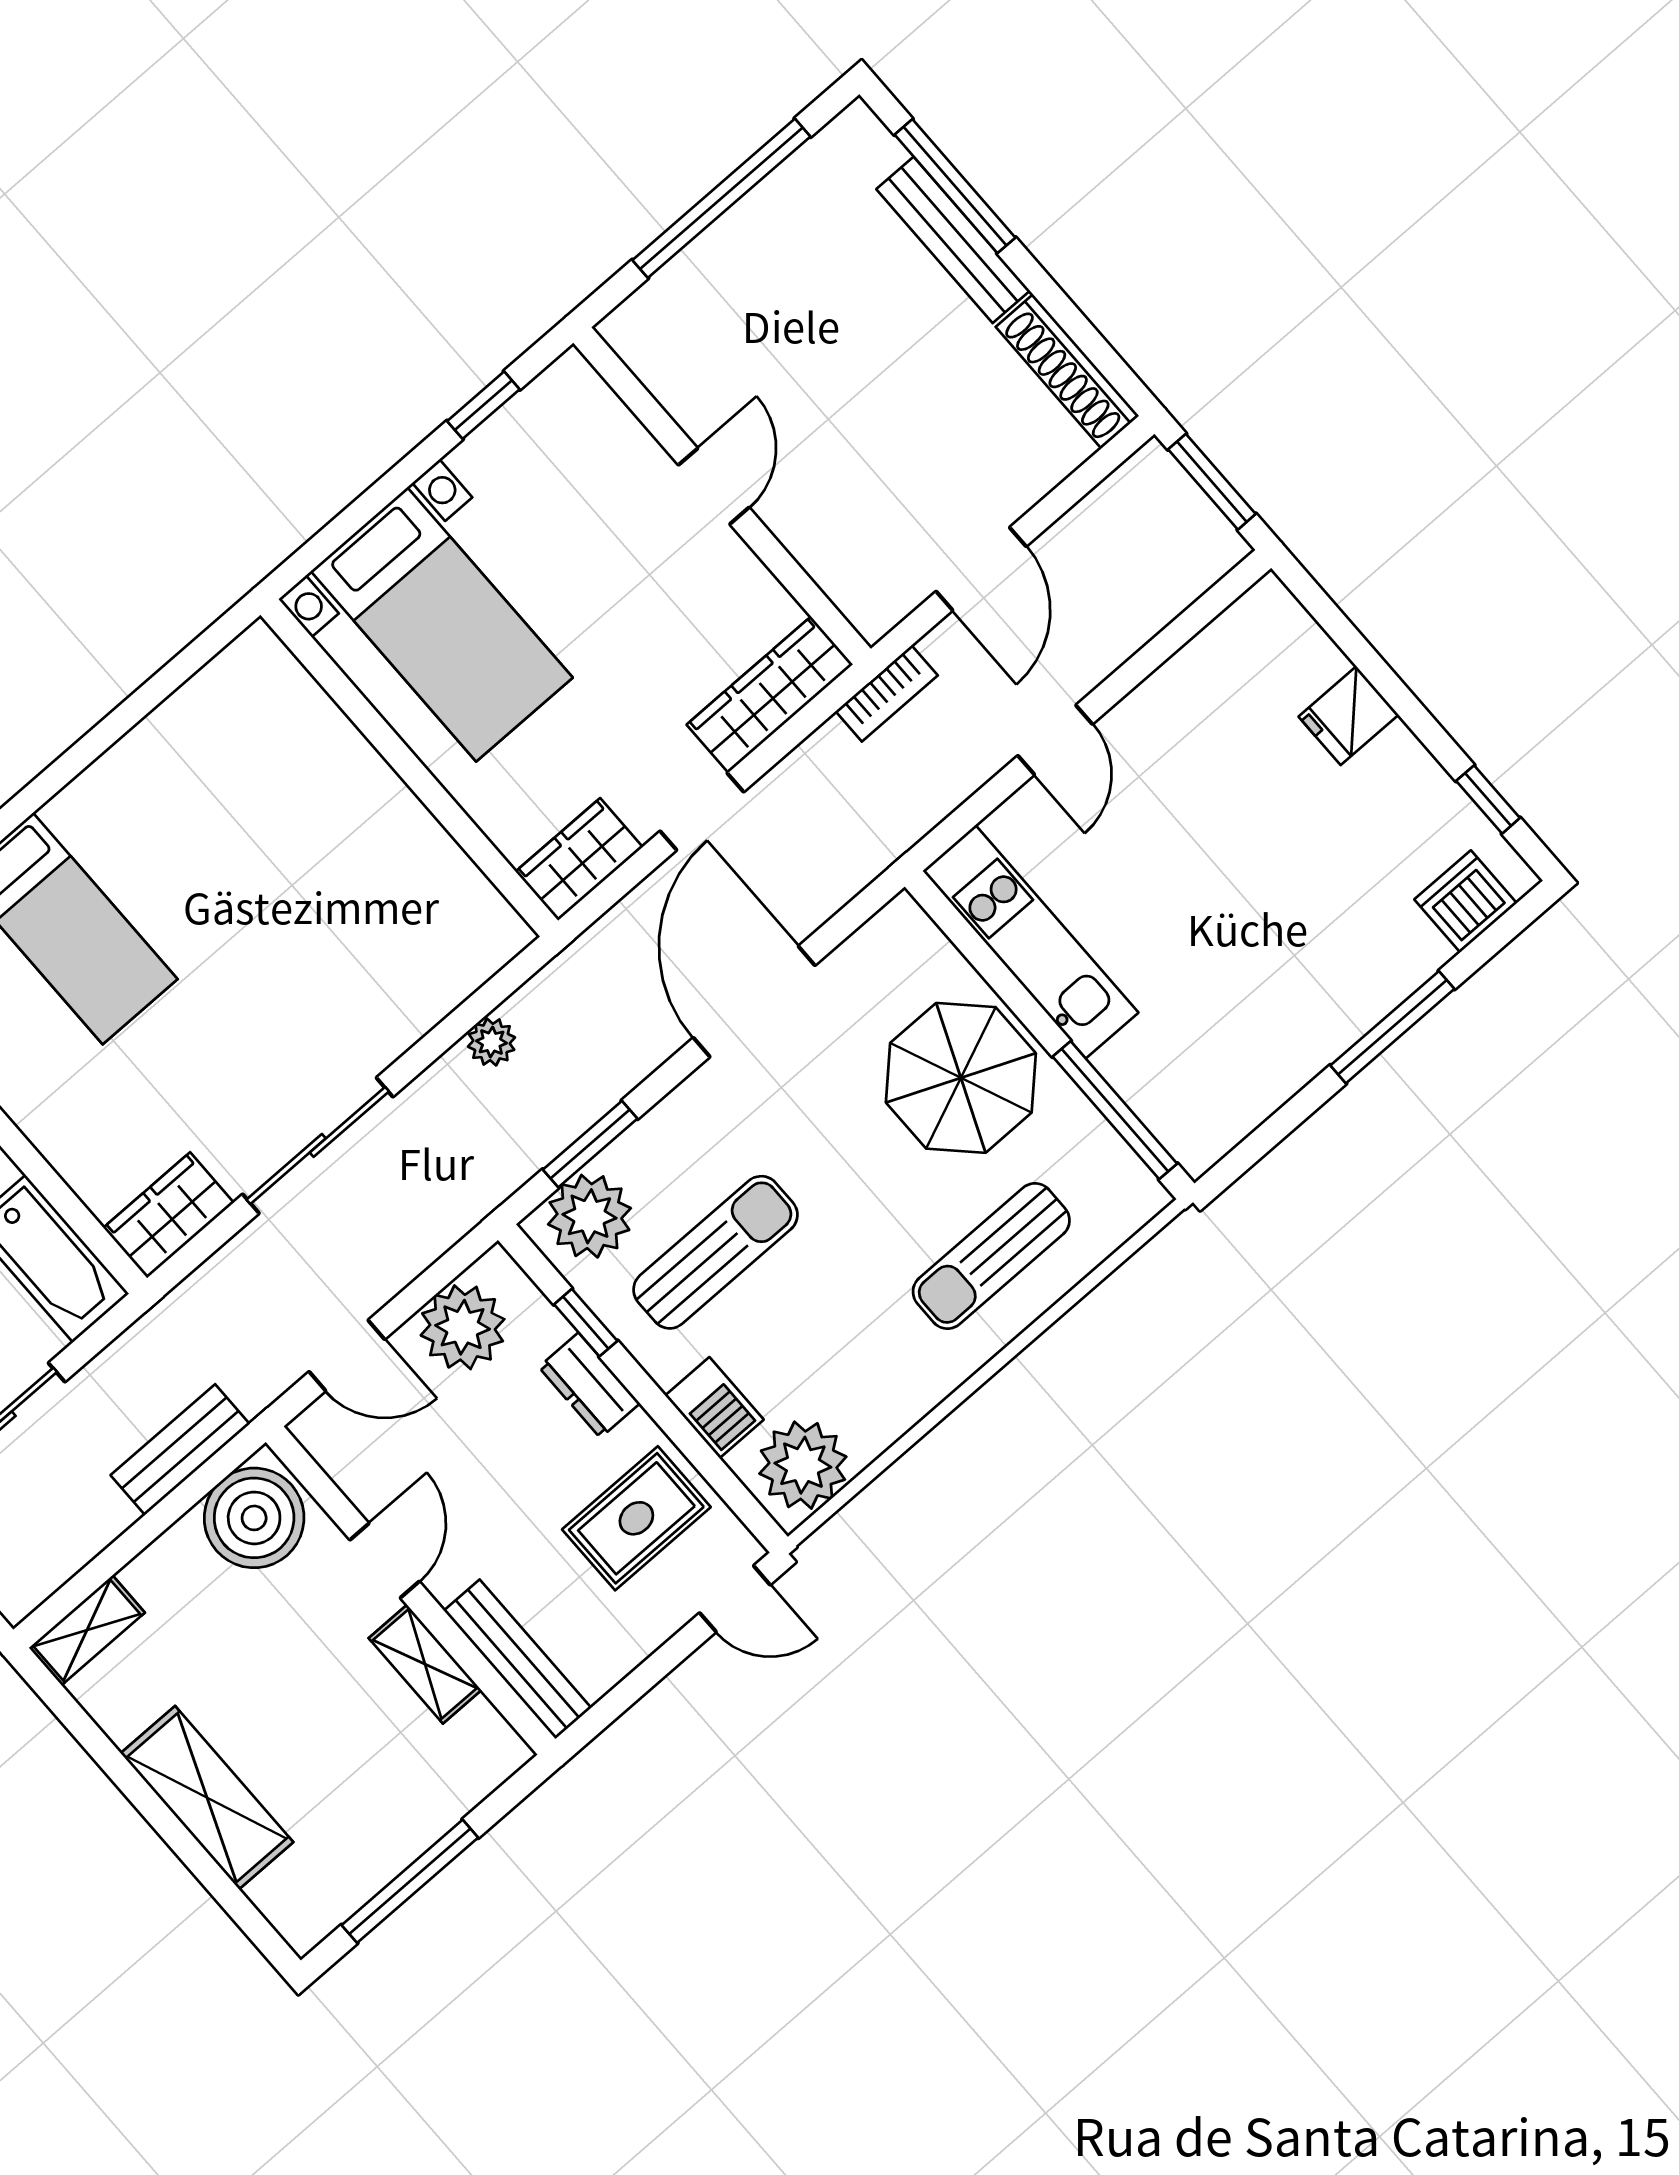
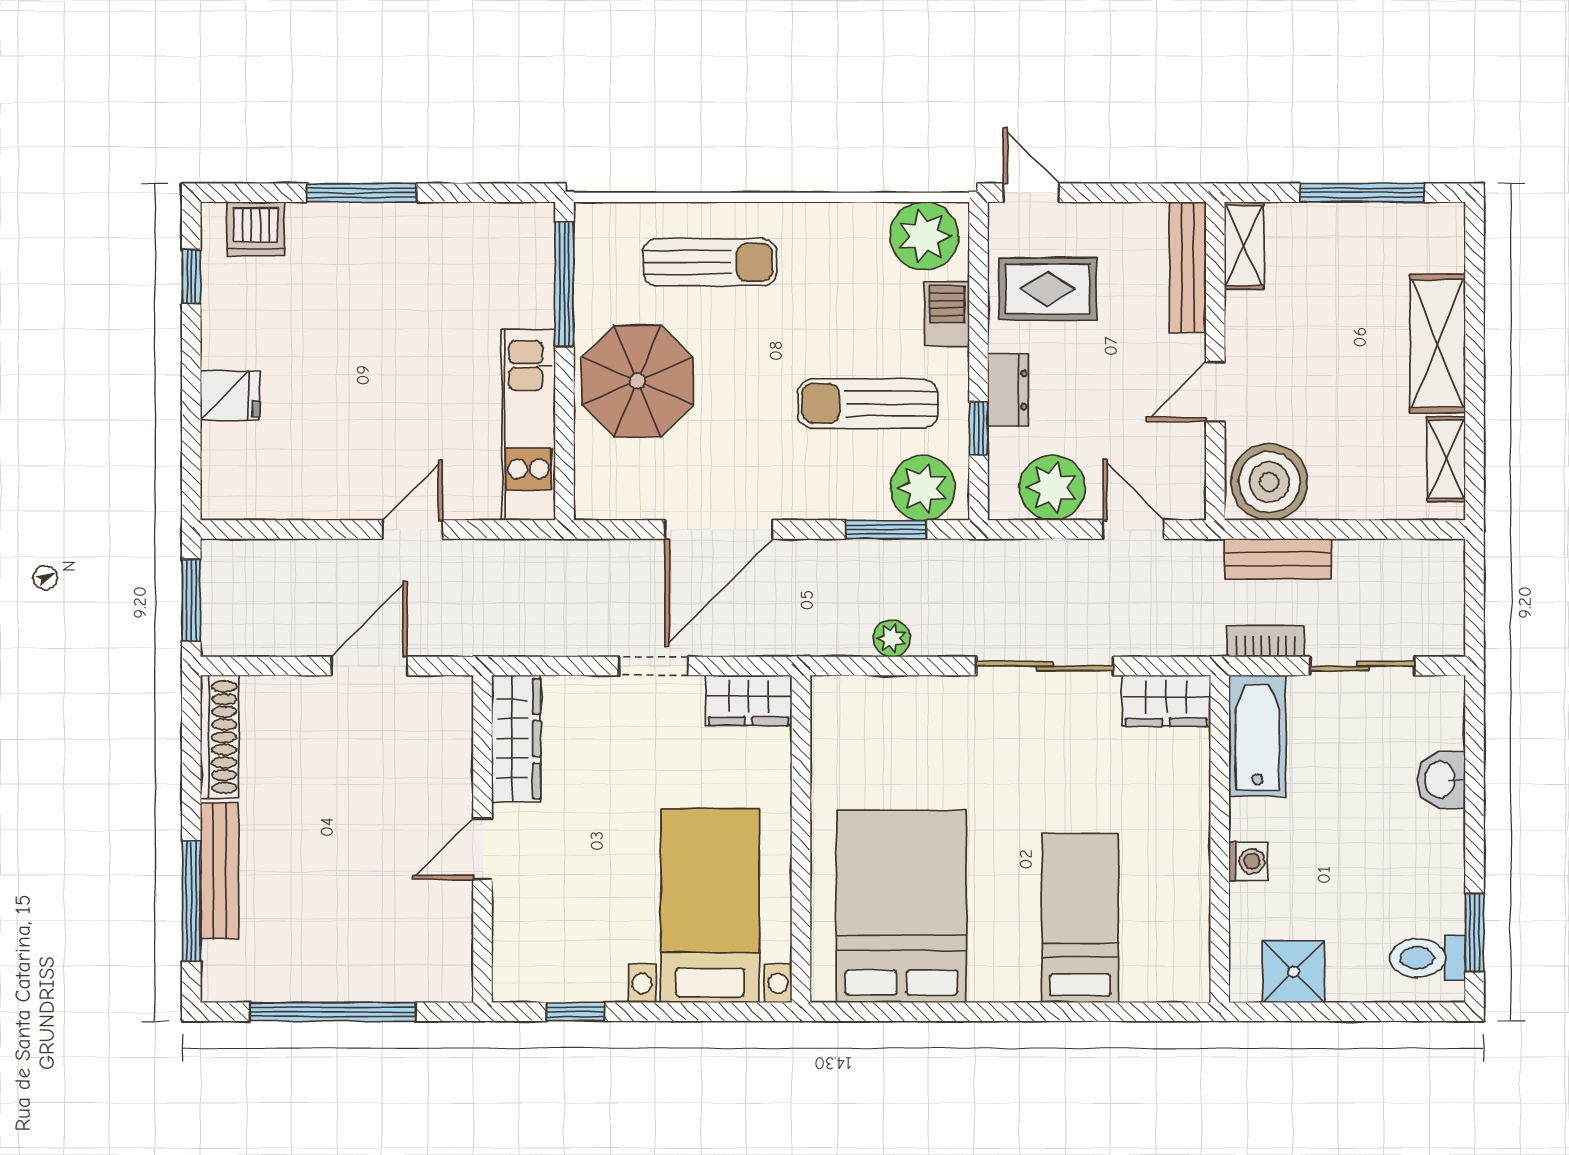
bookcase: (887, 693) -> (1266, 641), moved
wardrobe: (770, 695) -> (516, 739), moved, turned -90
bed: (253, 787) -> (901, 906), added
shelving: (87, 1630) -> (1446, 459), moved, turned 90
shelving: (425, 1664) -> (1244, 245), moved

